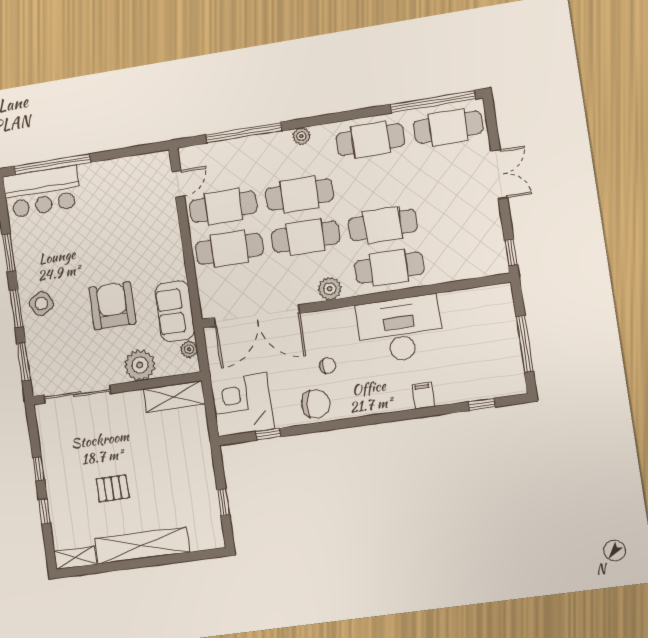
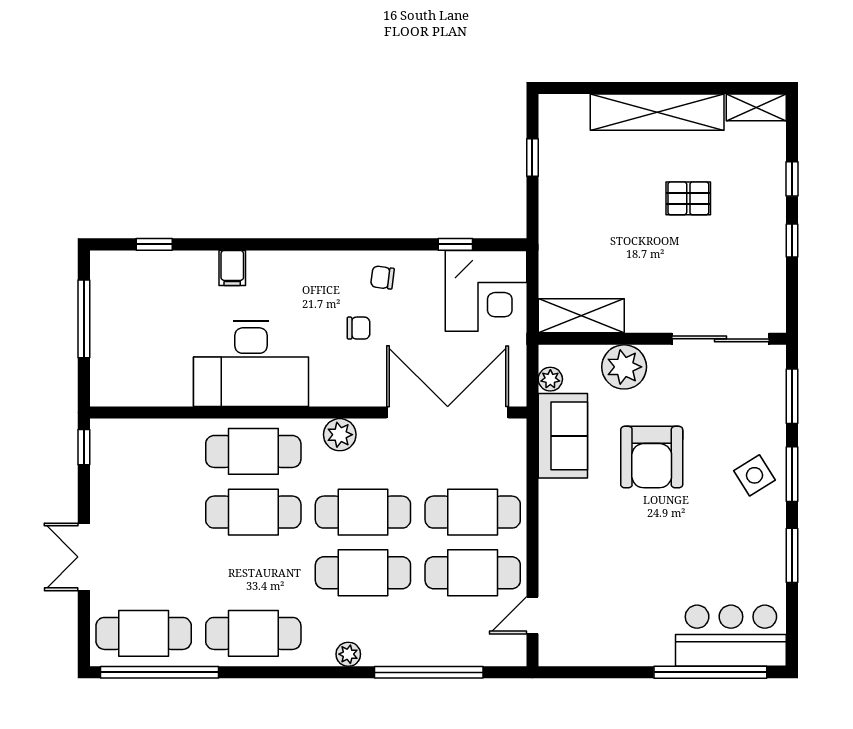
chair: (328, 366) -> (358, 328), turned 180
chair: (316, 404) -> (382, 277), width x0.54, depth x0.54

